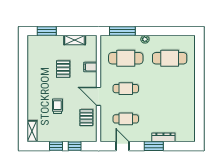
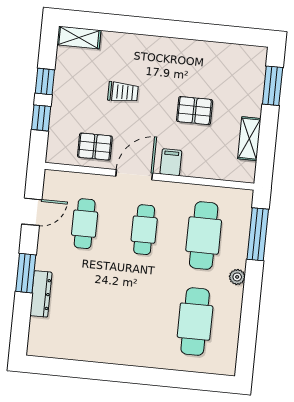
filing cabinet: (90, 67) -> (171, 162), moved

